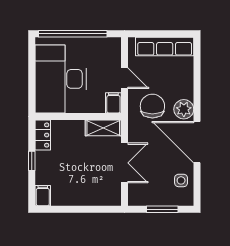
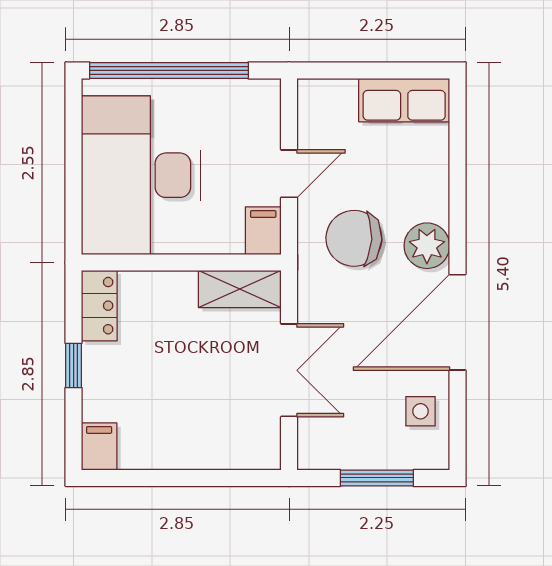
row of seats: (165, 47) -> (404, 100), width x0.68
door: (124, 78) -> (289, 174), hinge flipped
chair: (152, 106) -> (354, 238), turned -87
door: (197, 142) -> (458, 322), hinge flipped

